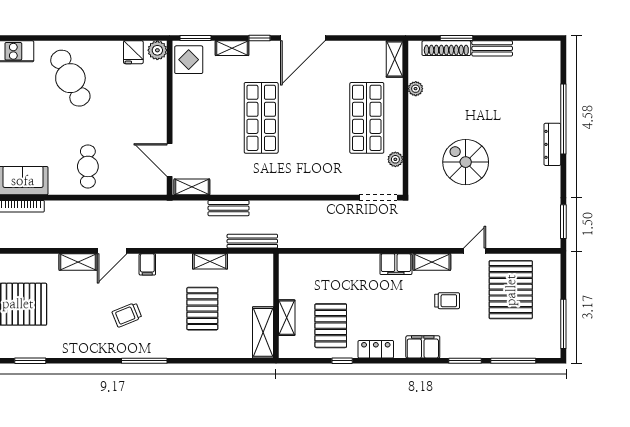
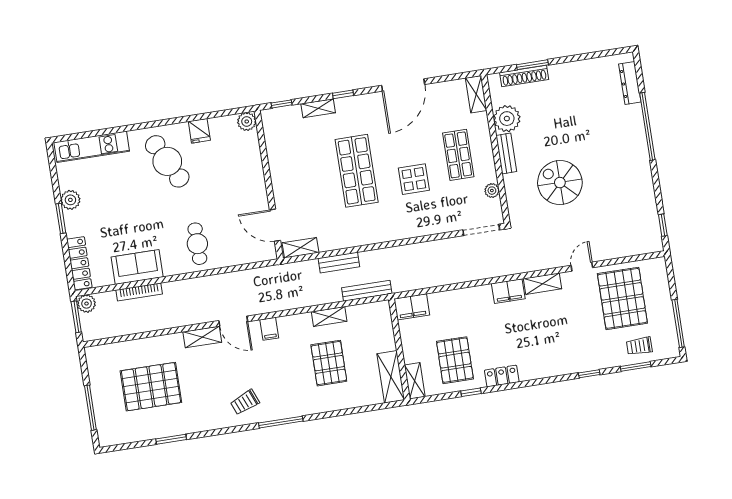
window: (196, 38) -> (282, 104), width x0.67
door: (303, 38) -> (403, 85), moved
bench: (492, 48) -> (506, 153), moved, turned 90
fridge: (133, 52) -> (199, 131), moved
display table: (189, 60) -> (414, 179), moved
plant: (416, 89) -> (507, 119), width x1.88, depth x1.88
shop shelf: (367, 118) -> (458, 155), width x0.70, depth x0.74
dresser: (552, 144) -> (630, 83), moved
window: (563, 222) -> (663, 225), width x0.67
door: (112, 251) -> (233, 321), hinge flipped
trolley: (447, 301) -> (639, 346), moved, turned 180
trolley: (127, 315) -> (245, 402), moved
shelving: (287, 318) -> (415, 381), moved
filing cabinet: (423, 347) -> (412, 307), moved, turned 180
window: (465, 361) -> (589, 374), width x0.67
window: (513, 361) -> (636, 366), width x0.69

